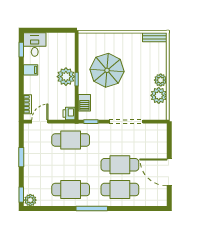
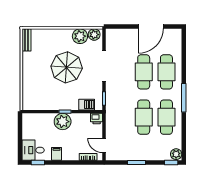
parasol: (107, 70) -> (67, 67), moved
plant: (161, 80) -> (94, 35), moved
cafe table: (71, 140) -> (144, 117), moved

